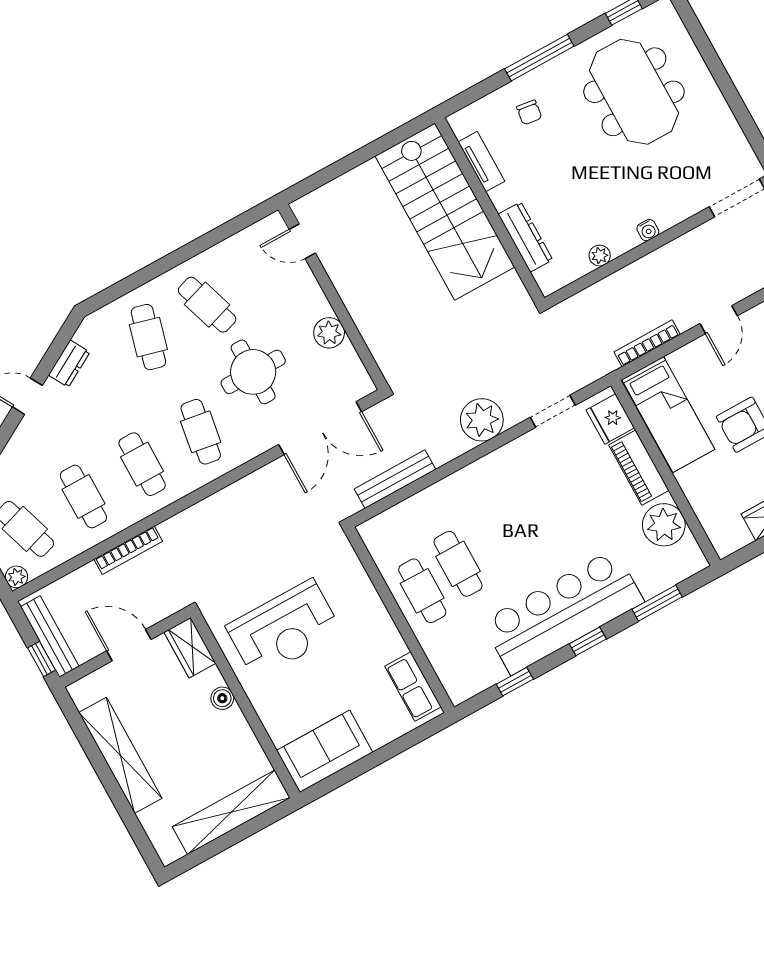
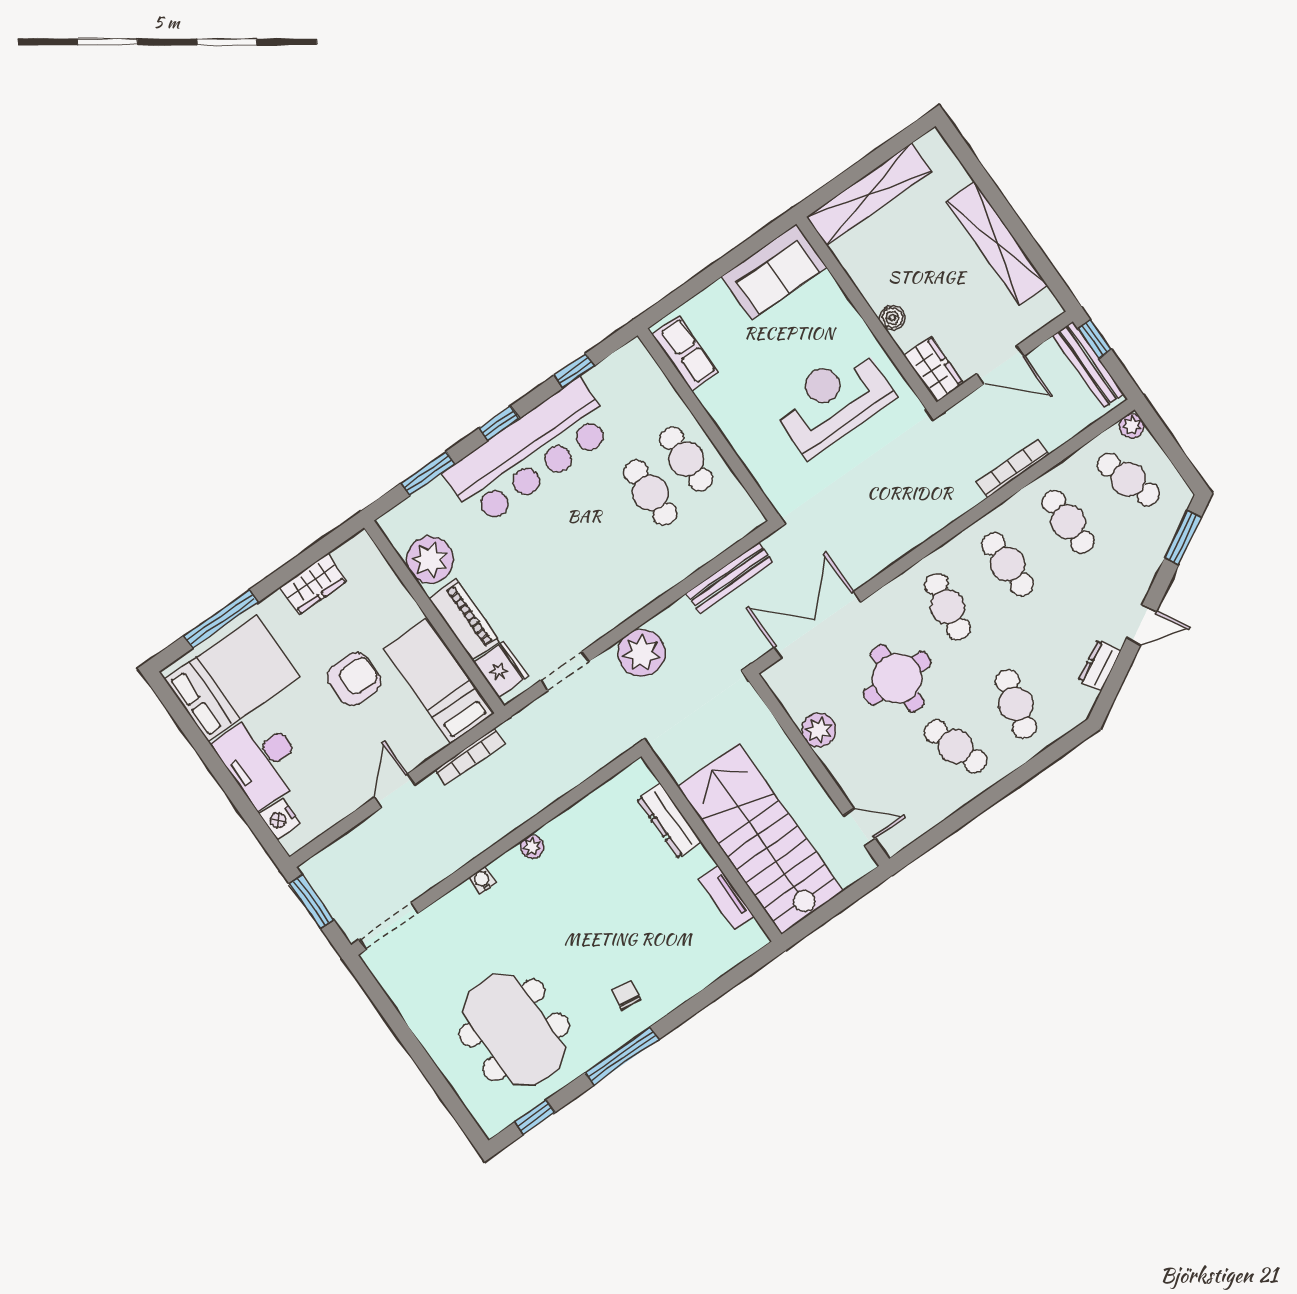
tv unit: (481, 162) -> (726, 898), moved
wall: (490, 210) -> (711, 845), moved
stairs: (445, 212) -> (760, 839), moved
dresser: (525, 237) -> (669, 820), moved

